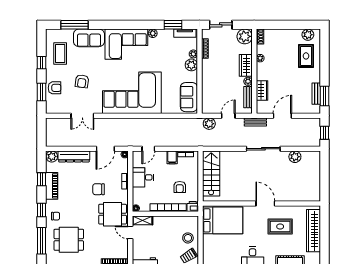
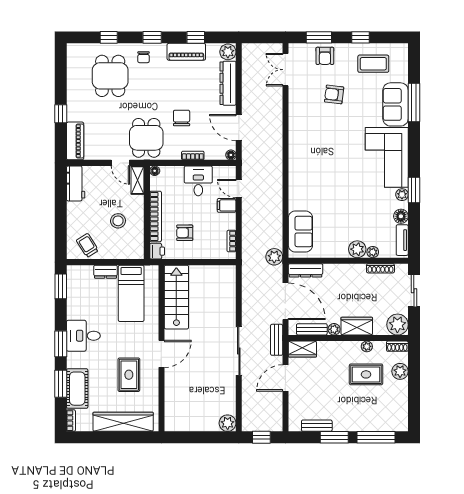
window: (74, 25) -> (414, 103), moved
window: (173, 25) -> (414, 190), moved
floor lamp: (168, 34) -> (401, 216), added
plant: (308, 35) -> (400, 371), moved
window: (324, 52) -> (376, 437), added
rug: (306, 56) -> (366, 374), moved
wardrobe: (262, 90) -> (302, 349), moved
corner sofa: (132, 93) -> (318, 165), removed
window: (324, 96) -> (334, 437), moved
sofa: (189, 97) -> (300, 231), moved, turned 90
dresser: (206, 102) -> (306, 270), added
double door: (82, 116) -> (285, 70), moved
door: (228, 116) -> (285, 301), width x1.88
door: (282, 116) -> (285, 378), swing flipped
plant: (209, 124) -> (274, 257), moved
filing cabinet: (172, 157) -> (227, 205), moved
plant: (295, 157) -> (228, 423), moved
stairs: (211, 173) -> (176, 297), moved, turned -90
bed: (223, 220) -> (131, 293), width x0.67
door: (130, 232) -> (120, 163), swing flipped
stool: (188, 238) -> (118, 221), moved
window: (42, 241) -> (109, 37), width x0.46
dresser: (207, 243) -> (106, 272), added

